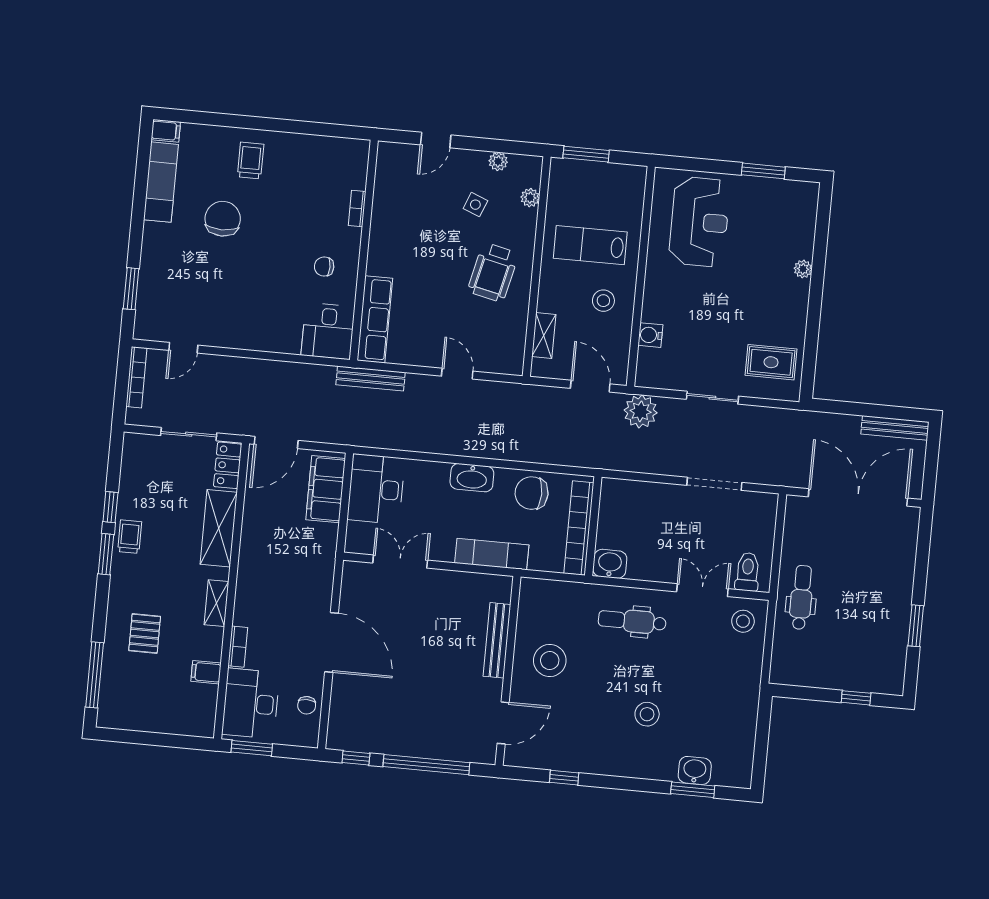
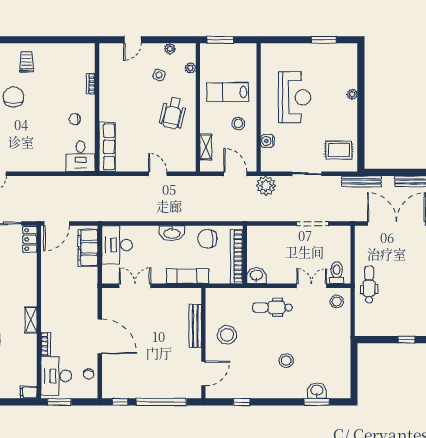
reception desk: (699, 222) -> (295, 97), moved
bench: (371, 379) -> (361, 181), moved
shelving: (219, 528) -> (28, 276), removed
filing cabinet: (206, 672) -> (29, 392), moved

